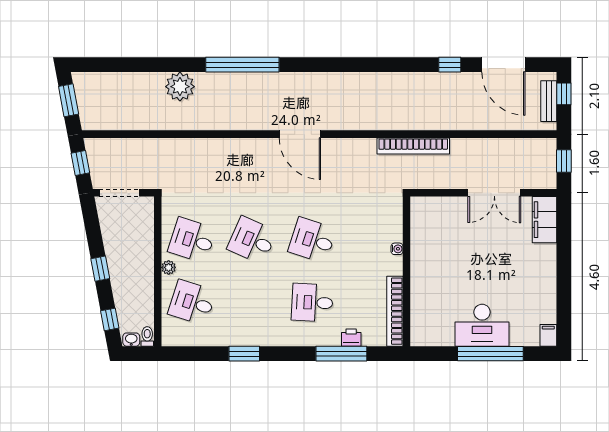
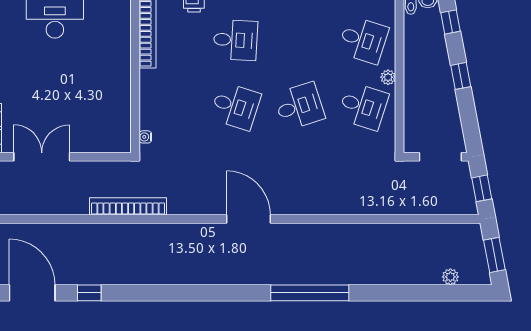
plant: (180, 87) -> (450, 277), moved, width x0.53, depth x0.53
desk: (252, 240) -> (299, 106), turned -42
water cooler: (397, 249) -> (145, 137), moved

